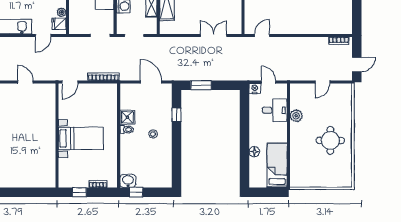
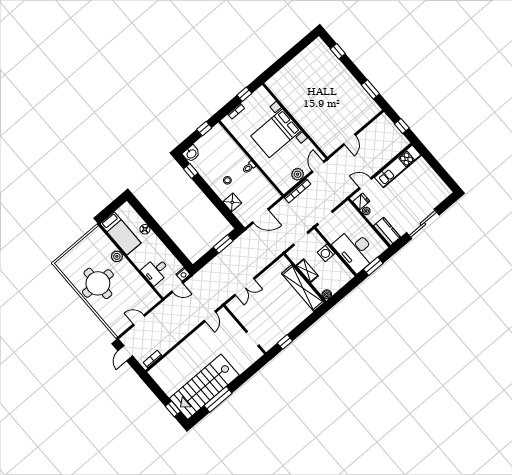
door: (43, 35) -> (365, 183), hinge flipped
door: (25, 82) -> (350, 140), hinge flipped
door: (322, 82) -> (139, 320), hinge flipped
plant: (92, 90) -> (298, 174), added
window: (177, 115) -> (191, 171), moved
plant: (296, 116) -> (117, 256), moved
shower: (127, 117) -> (232, 202), moved
bed with nightstands: (81, 138) -> (276, 133), width x1.36
round table: (330, 140) -> (98, 283), width x1.36, depth x1.36
washbasin: (128, 181) -> (191, 154), moved

